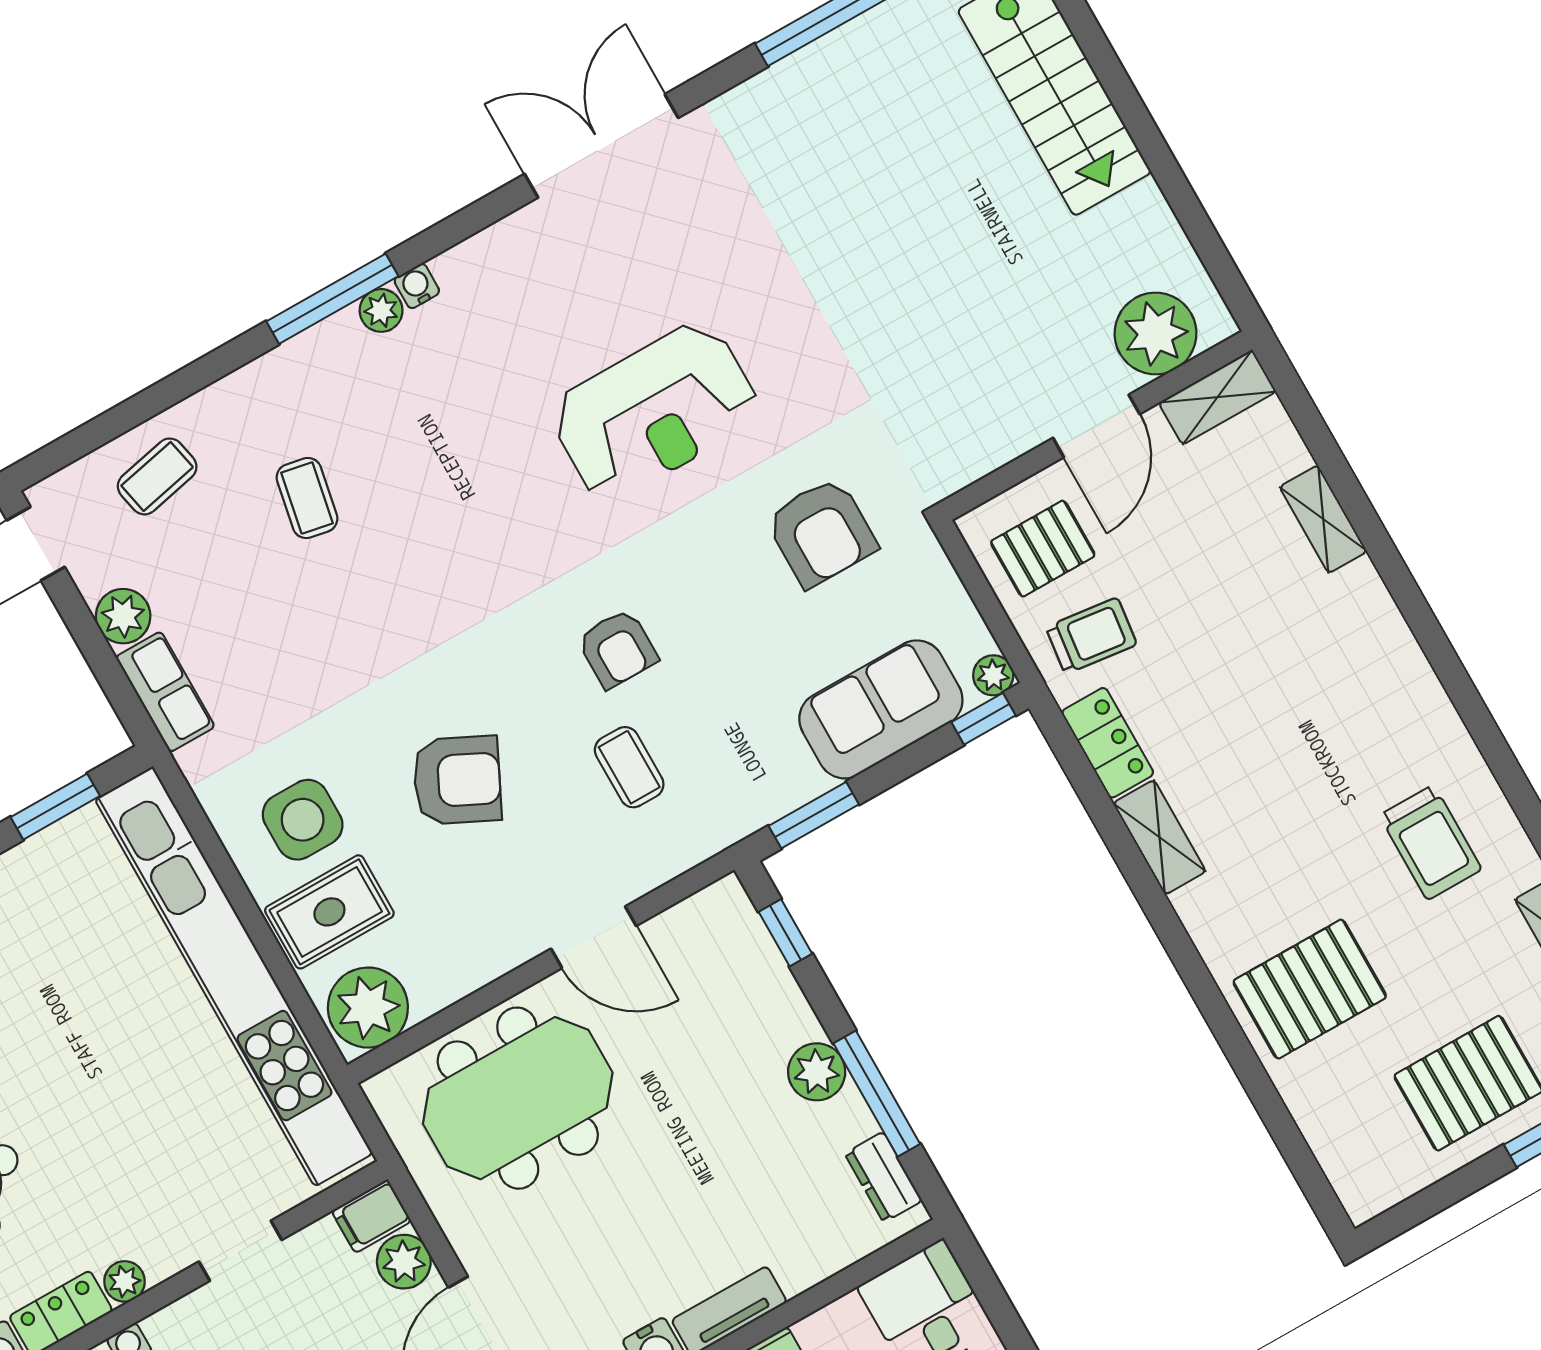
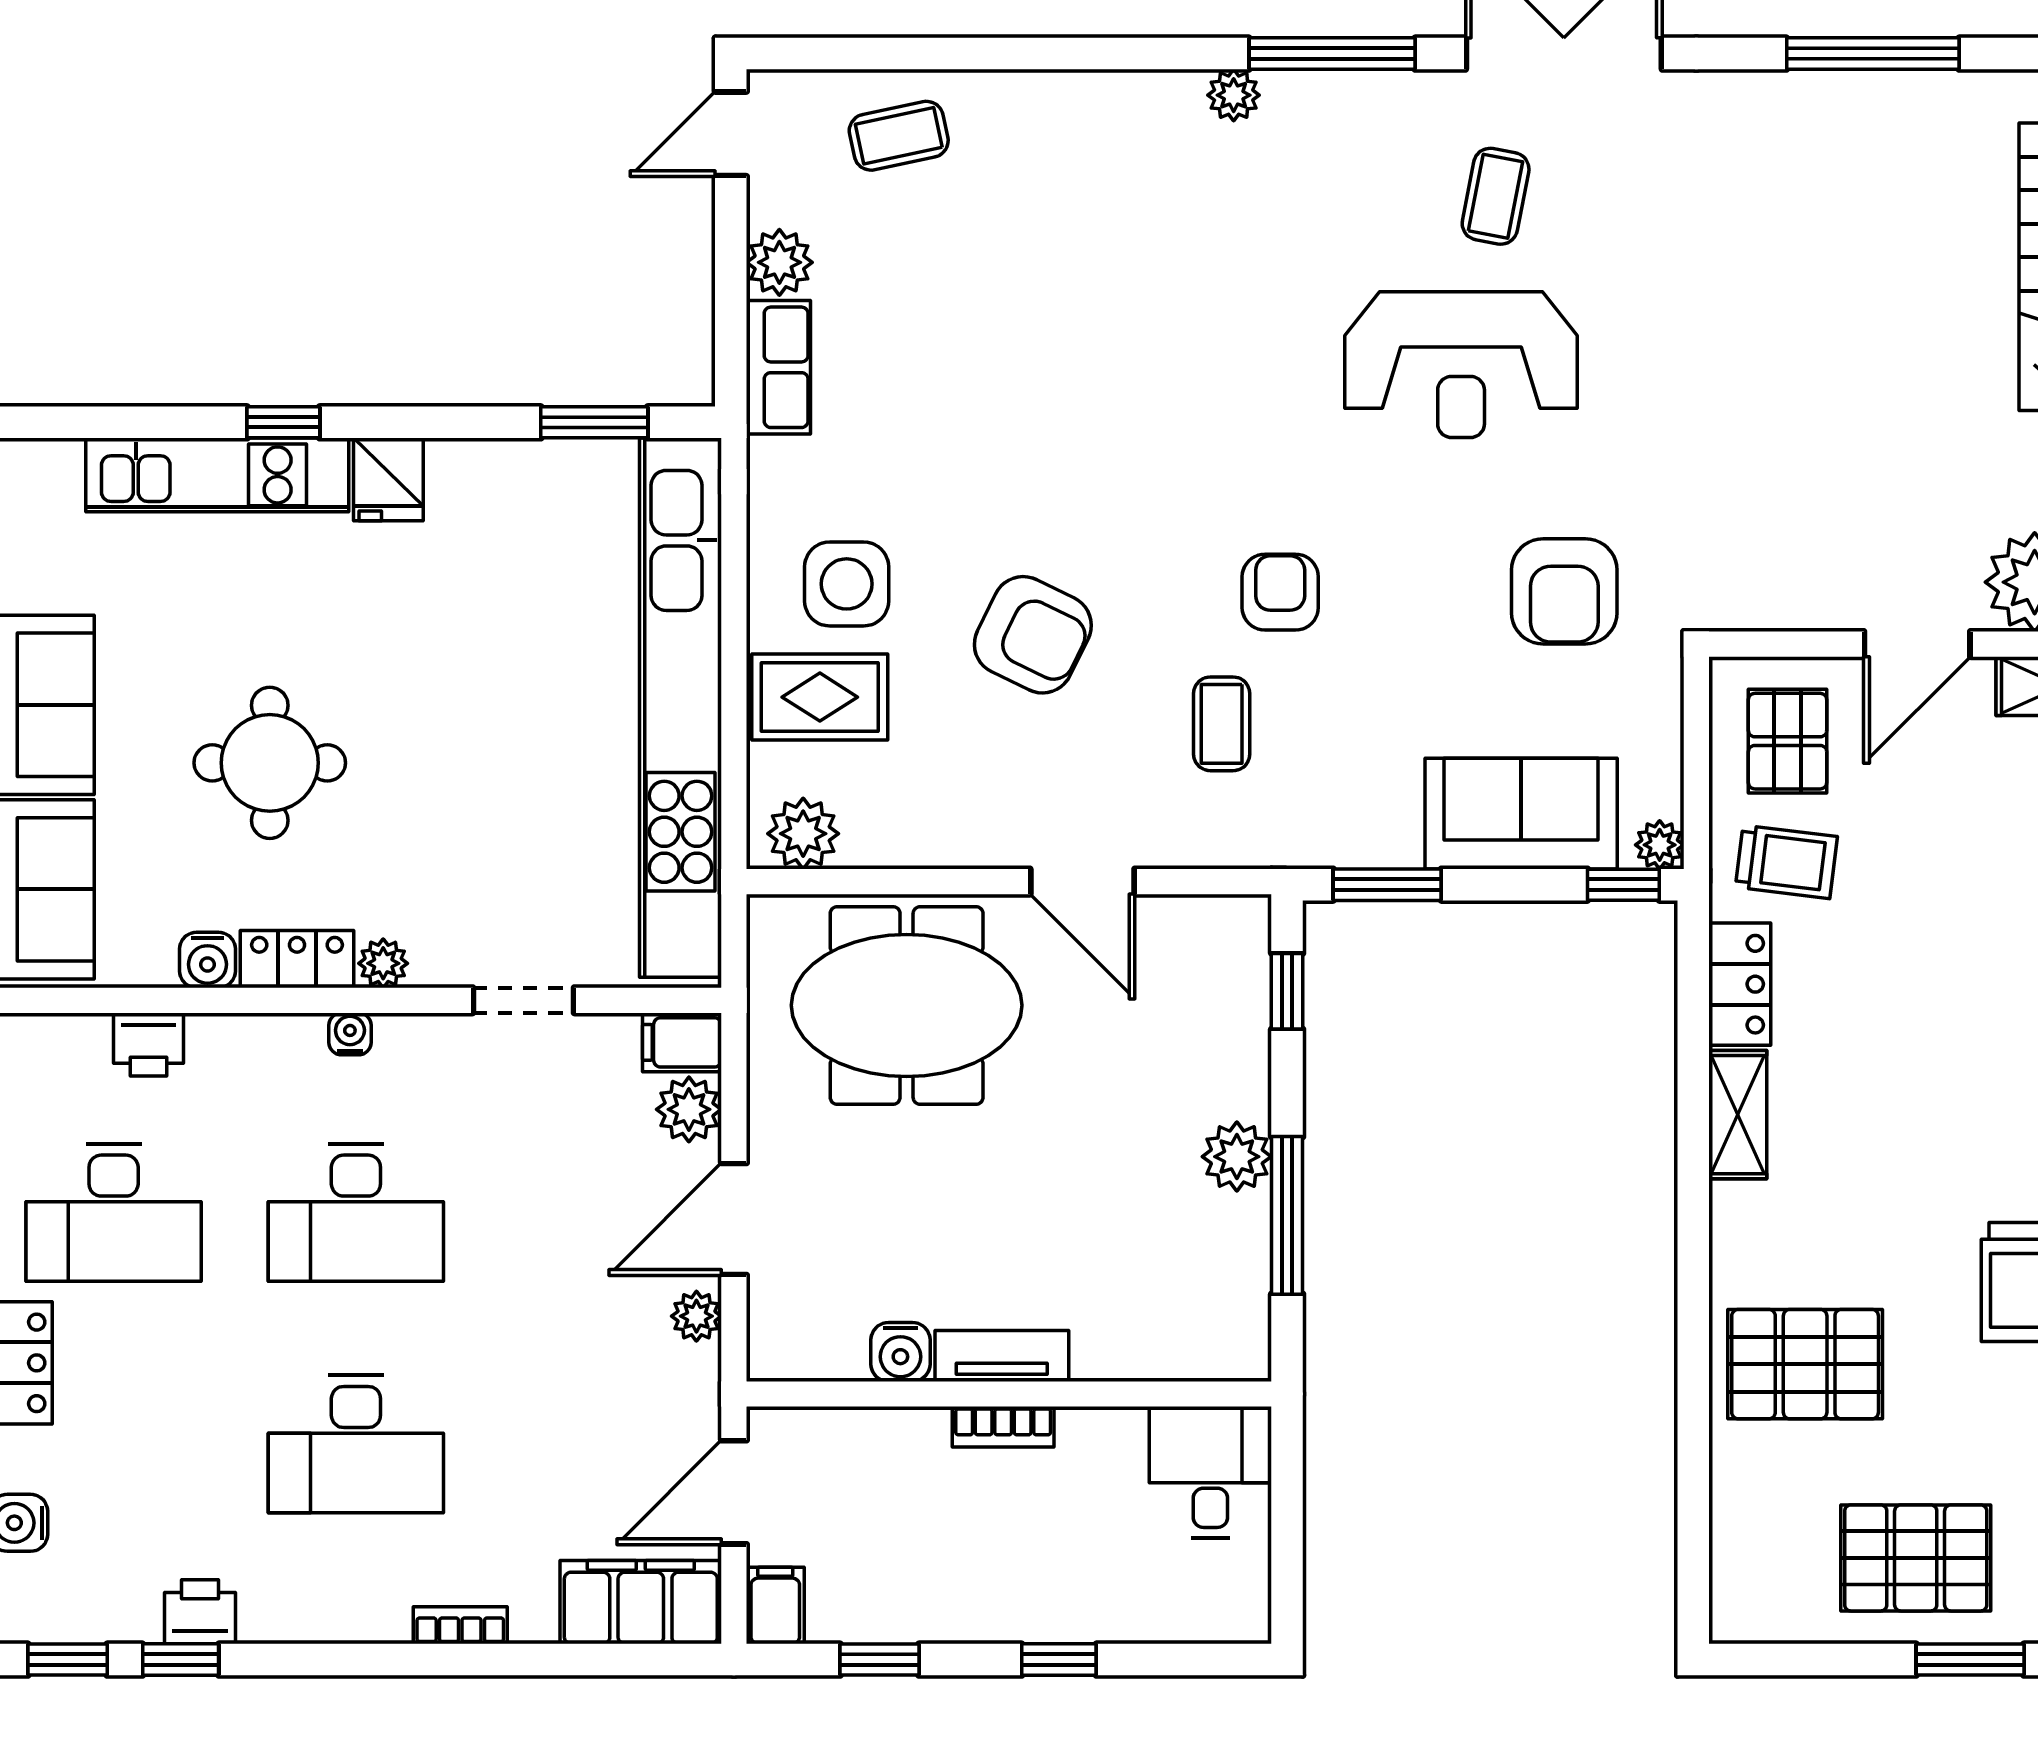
water cooler: (417, 286) -> (1286, 91), removed
window: (332, 299) -> (1332, 54), moved
coffee table: (307, 498) -> (1496, 196), moved
pallet: (1043, 549) -> (1788, 741), turned 90
armchair: (617, 649) -> (1280, 592), turned 180
plant: (368, 1008) -> (803, 834), width x0.73, depth x0.73
dresser: (883, 1177) -> (1244, 1307), removed

